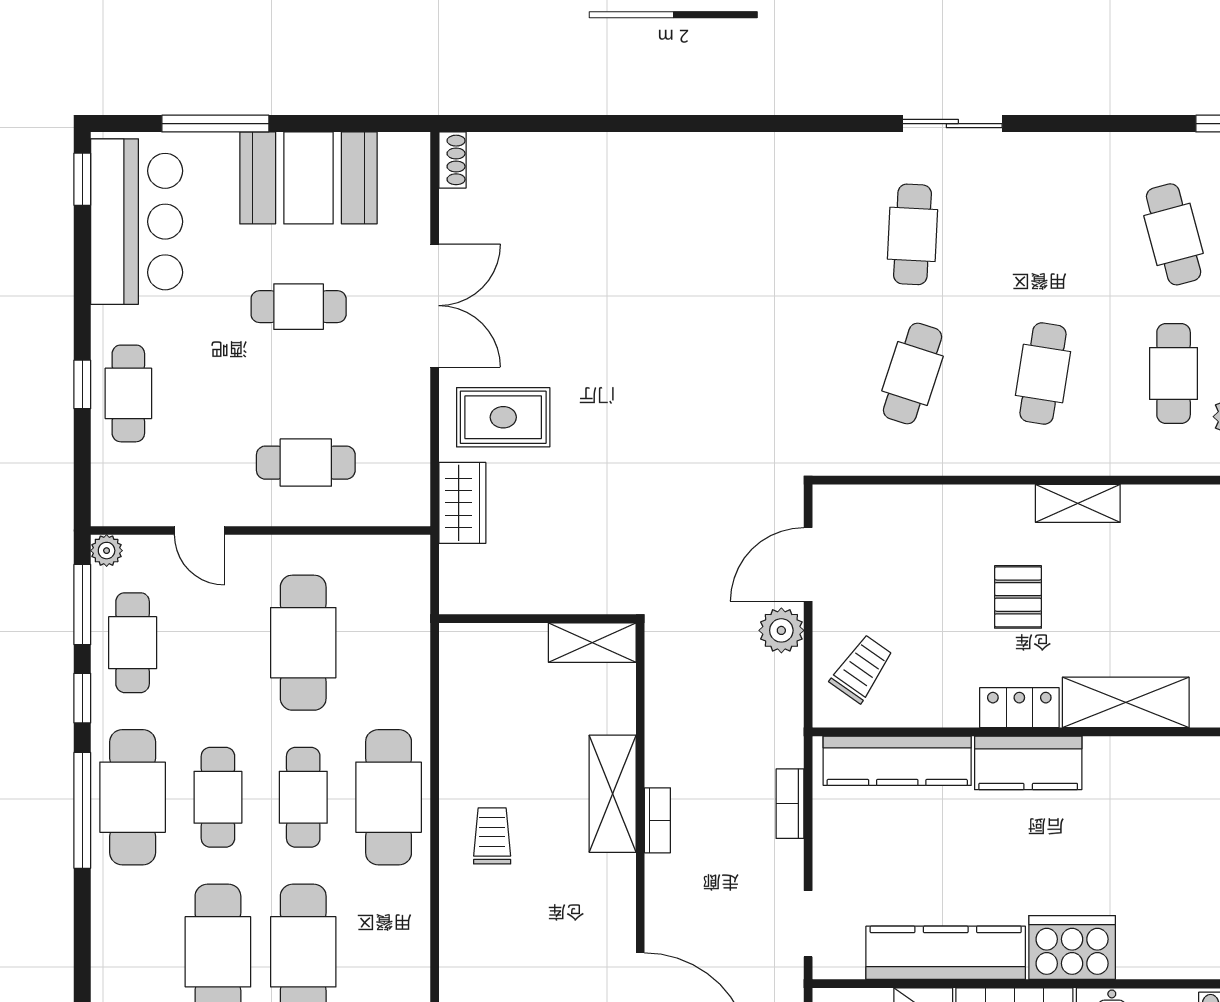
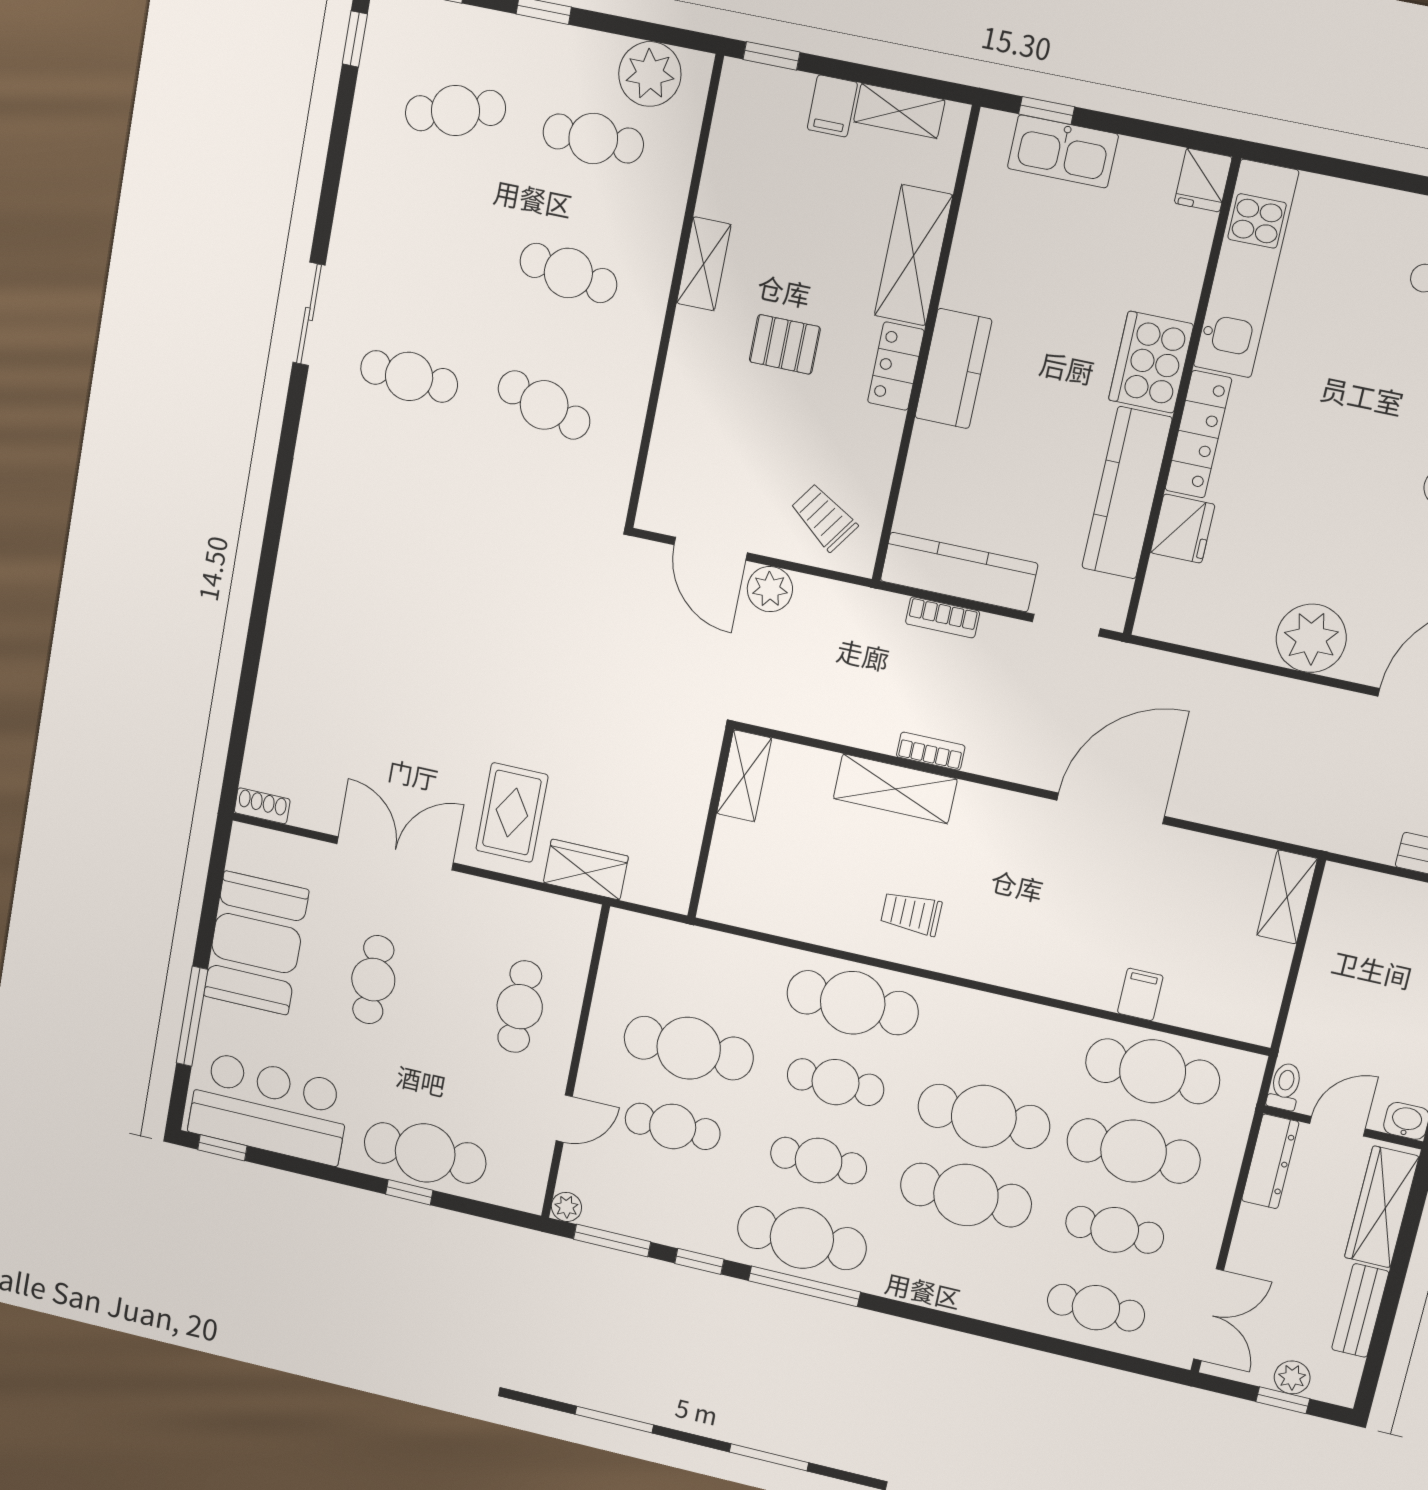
cafe table: (128, 393) -> (425, 1153), width x1.37, depth x1.35
cafe table: (133, 643) -> (673, 1126), moved
kitchen counter: (897, 761) -> (959, 572), moved, turned -90

